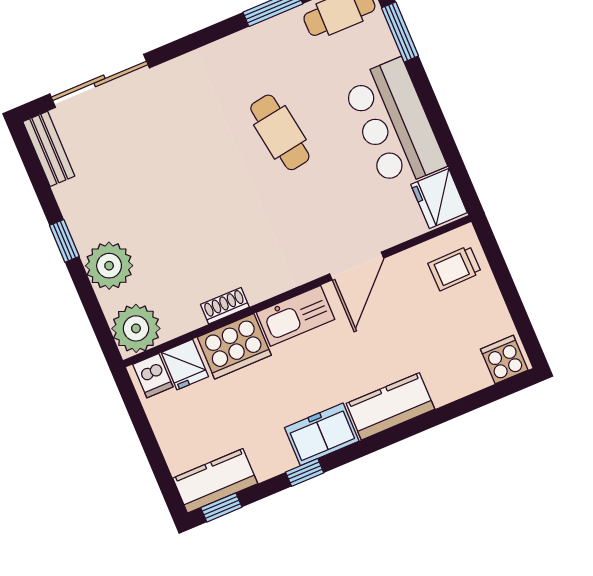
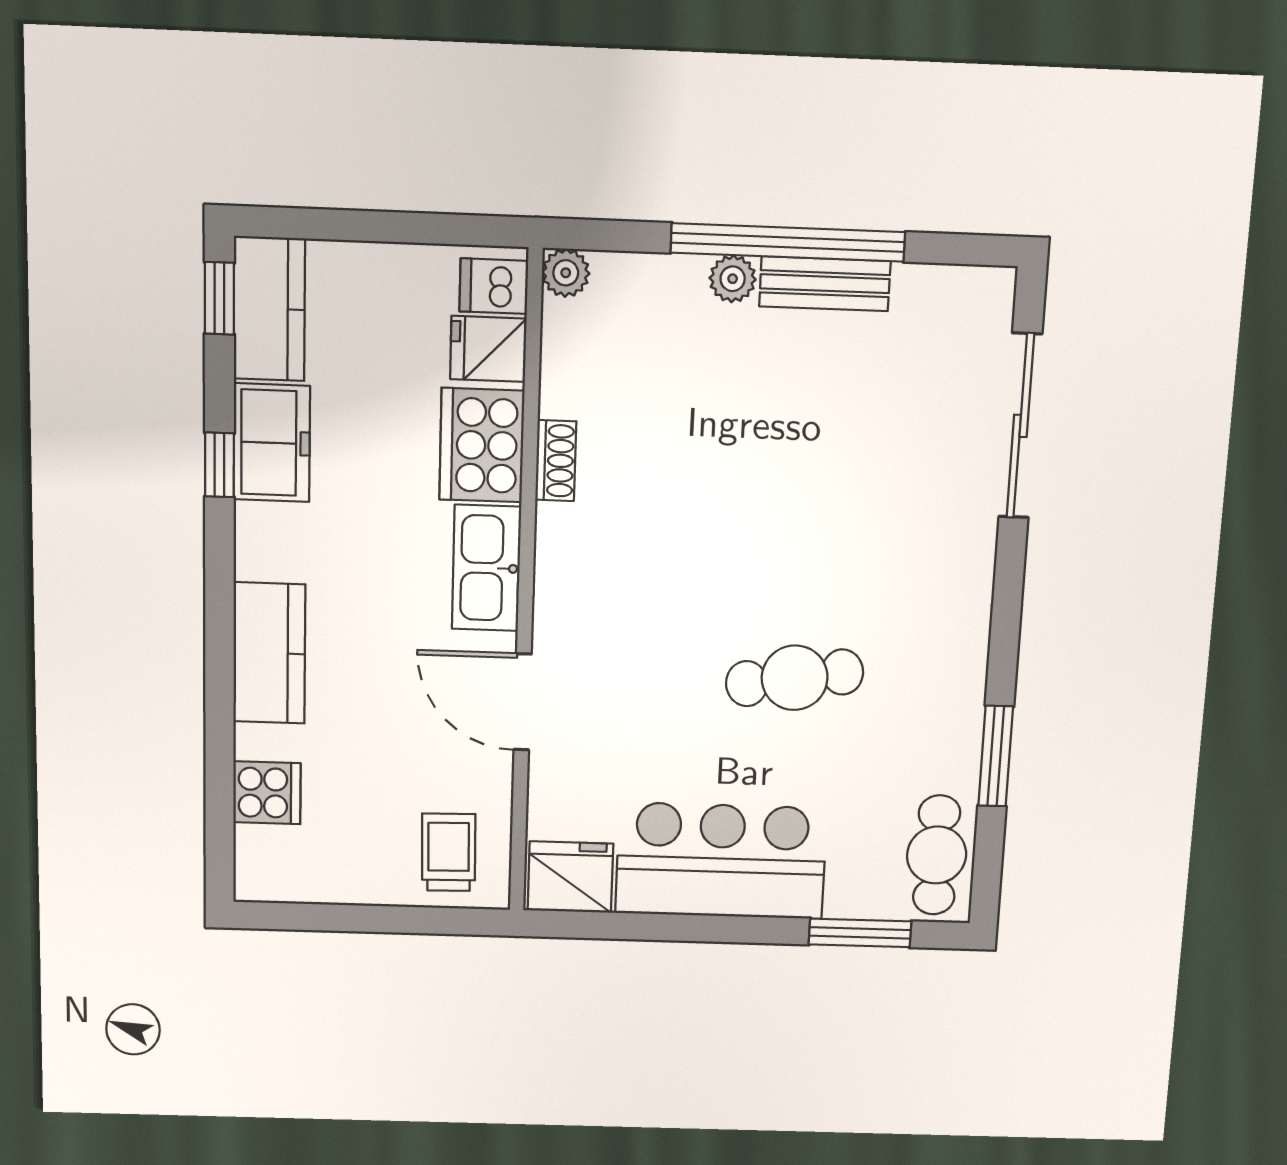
bench: (49, 149) -> (825, 284), moved
window: (64, 241) -> (788, 242), width x3.17
plant: (109, 266) -> (733, 279), width x0.53, depth x0.53
plant: (136, 328) -> (566, 273), width x0.53, depth x0.53
cooker: (504, 360) -> (267, 793), moved
freezer: (322, 434) -> (272, 443), moved

